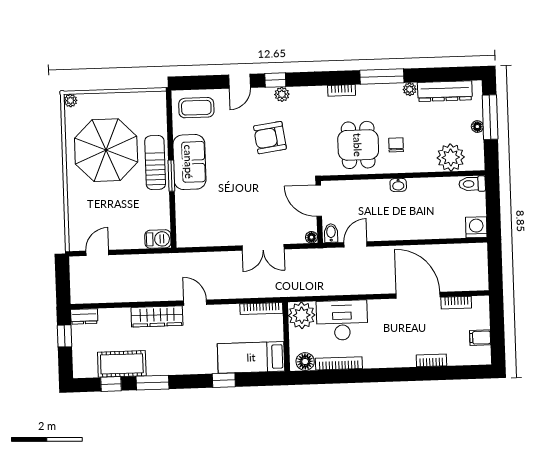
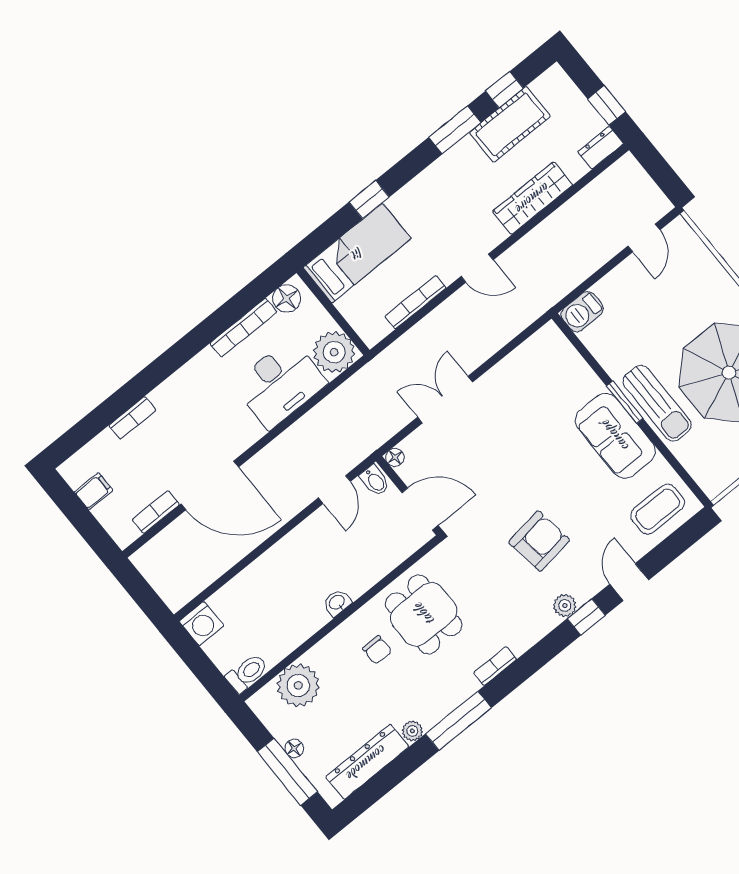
bookcase: (261, 309) -> (415, 302), moved
wardrobe: (157, 316) -> (533, 198), moved

